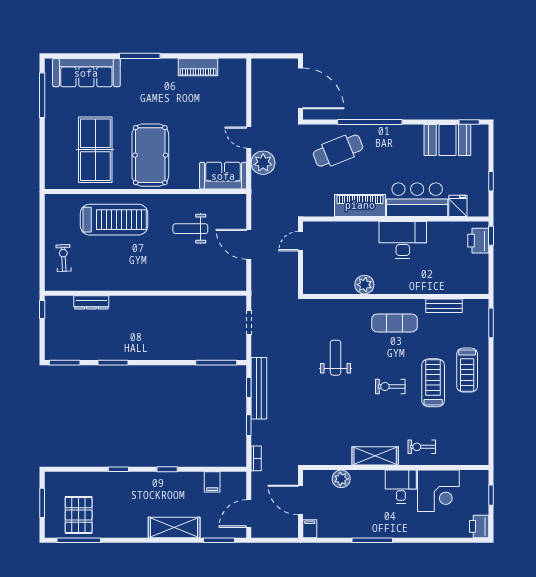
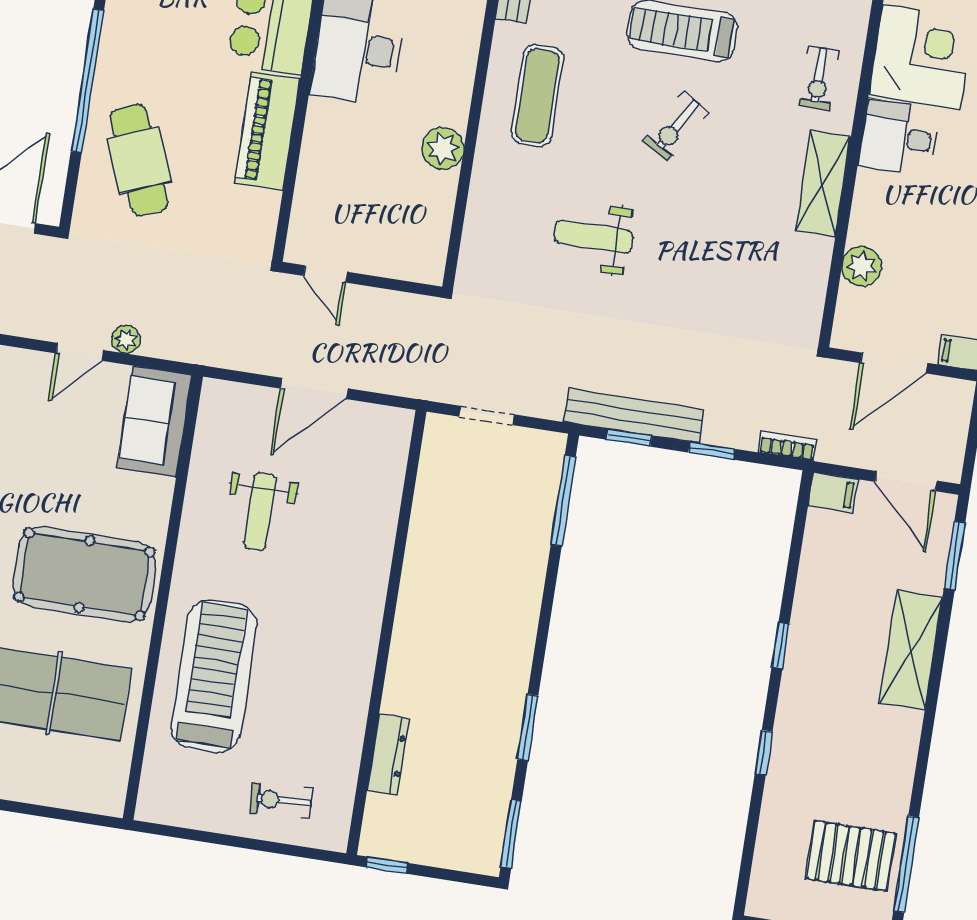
plant: (263, 163) -> (126, 339), width x0.53, depth x0.53
exercise bike: (390, 387) -> (676, 127), turned 31
filing cabinet: (212, 482) -> (833, 493), moved

